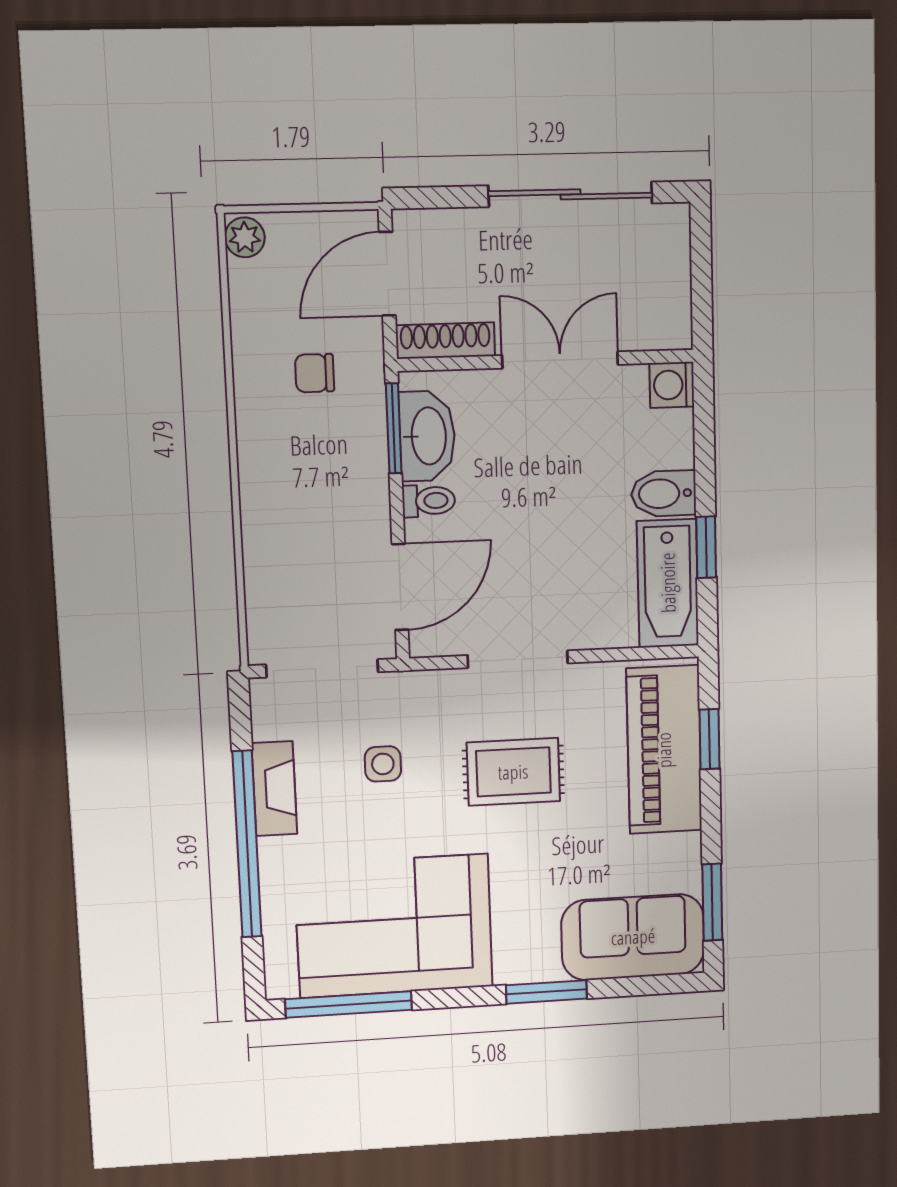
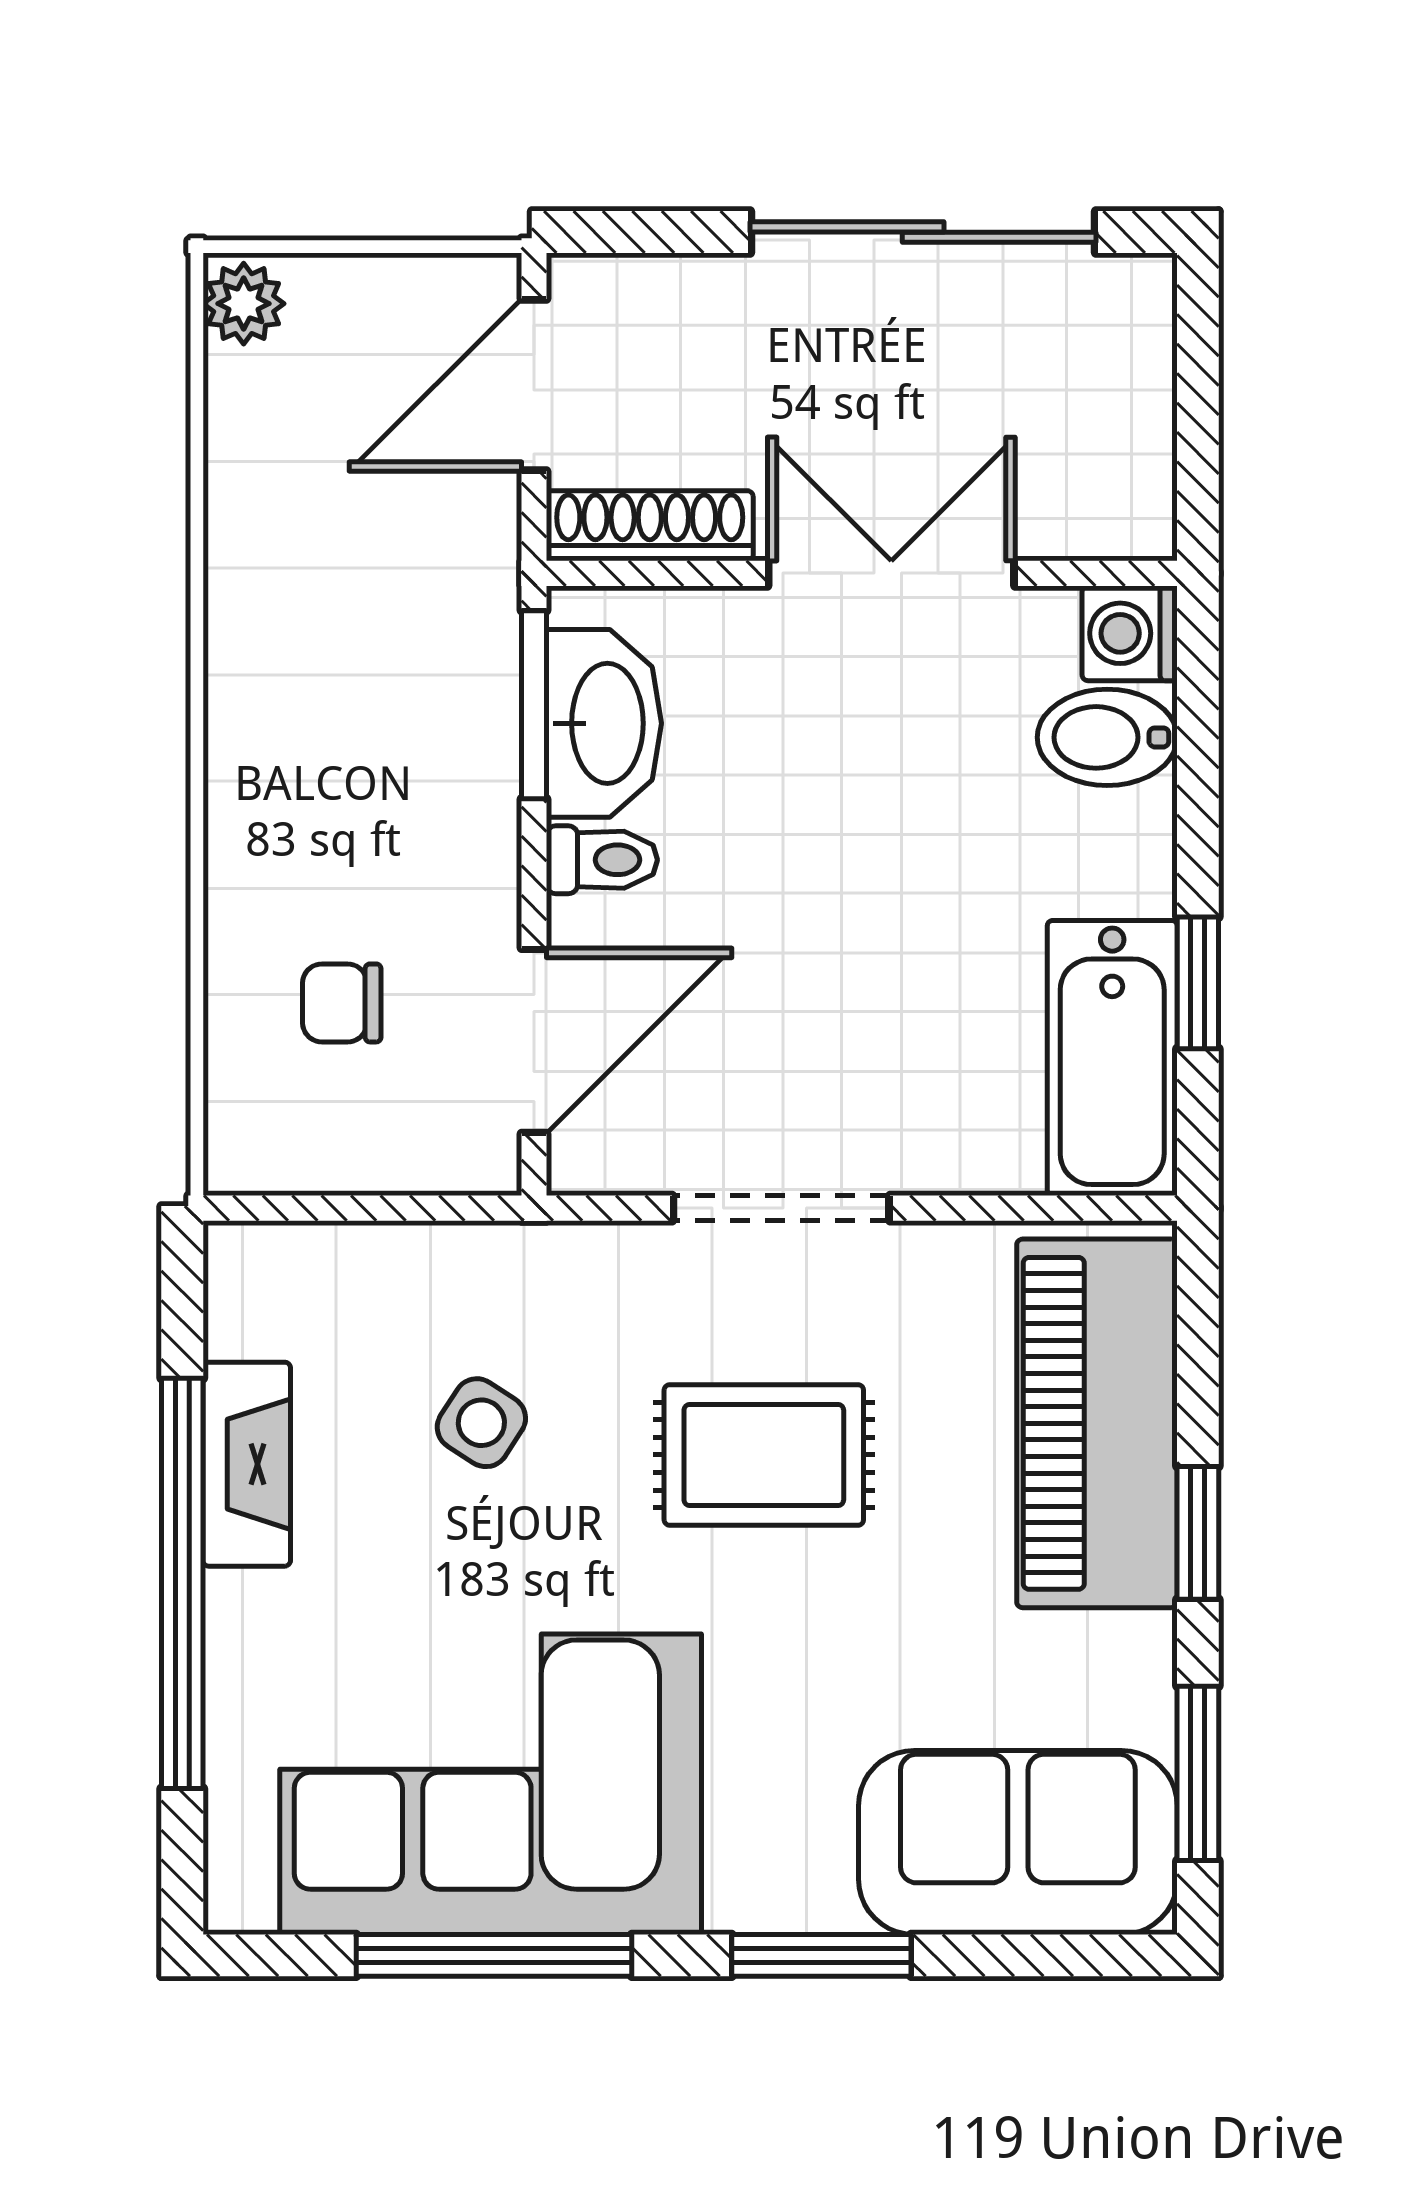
chair: (315, 373) -> (342, 1003), moved
bidet: (664, 494) -> (1107, 737), moved
doorway: (322, 668) -> (361, 1208), removed
window: (710, 739) -> (1198, 1533), moved
side table: (383, 764) -> (481, 1423), turned 33
window: (349, 1005) -> (494, 1955), moved

